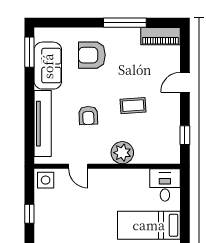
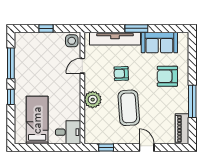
window: (29, 52) -> (136, 28), moved
armchair: (92, 55) -> (167, 76), turned -90
coffee table: (133, 106) -> (129, 108), width x1.86, depth x1.72

